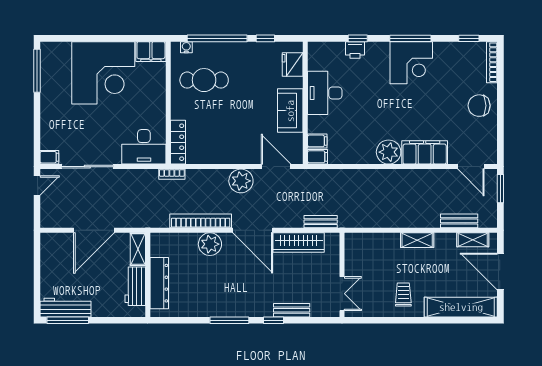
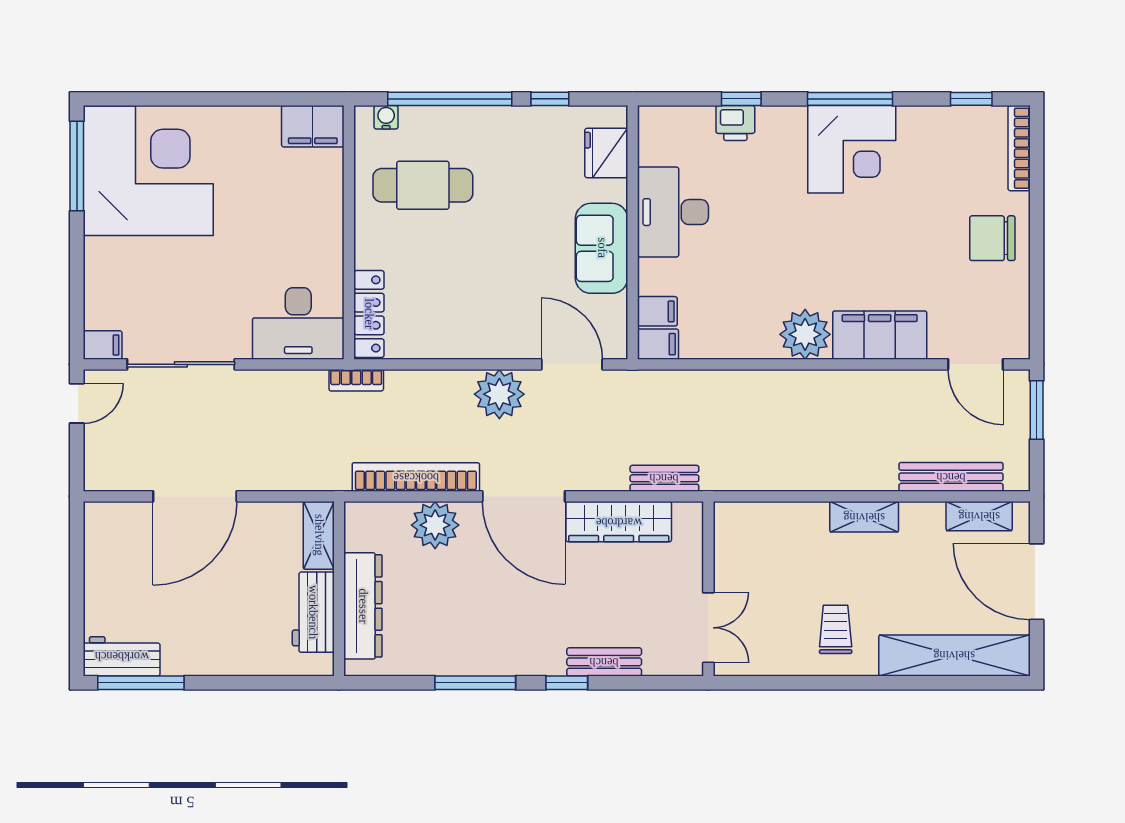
corner desk: (103, 73) -> (148, 171), moved, turned -90
bench: (459, 221) -> (951, 477), width x1.36
shelving: (138, 249) -> (319, 535), moved
wall: (148, 275) -> (339, 589), moved
dresser: (159, 283) -> (363, 606), moved
workbench: (135, 286) -> (313, 612), moved
workbench: (66, 308) -> (122, 656), width x0.73

